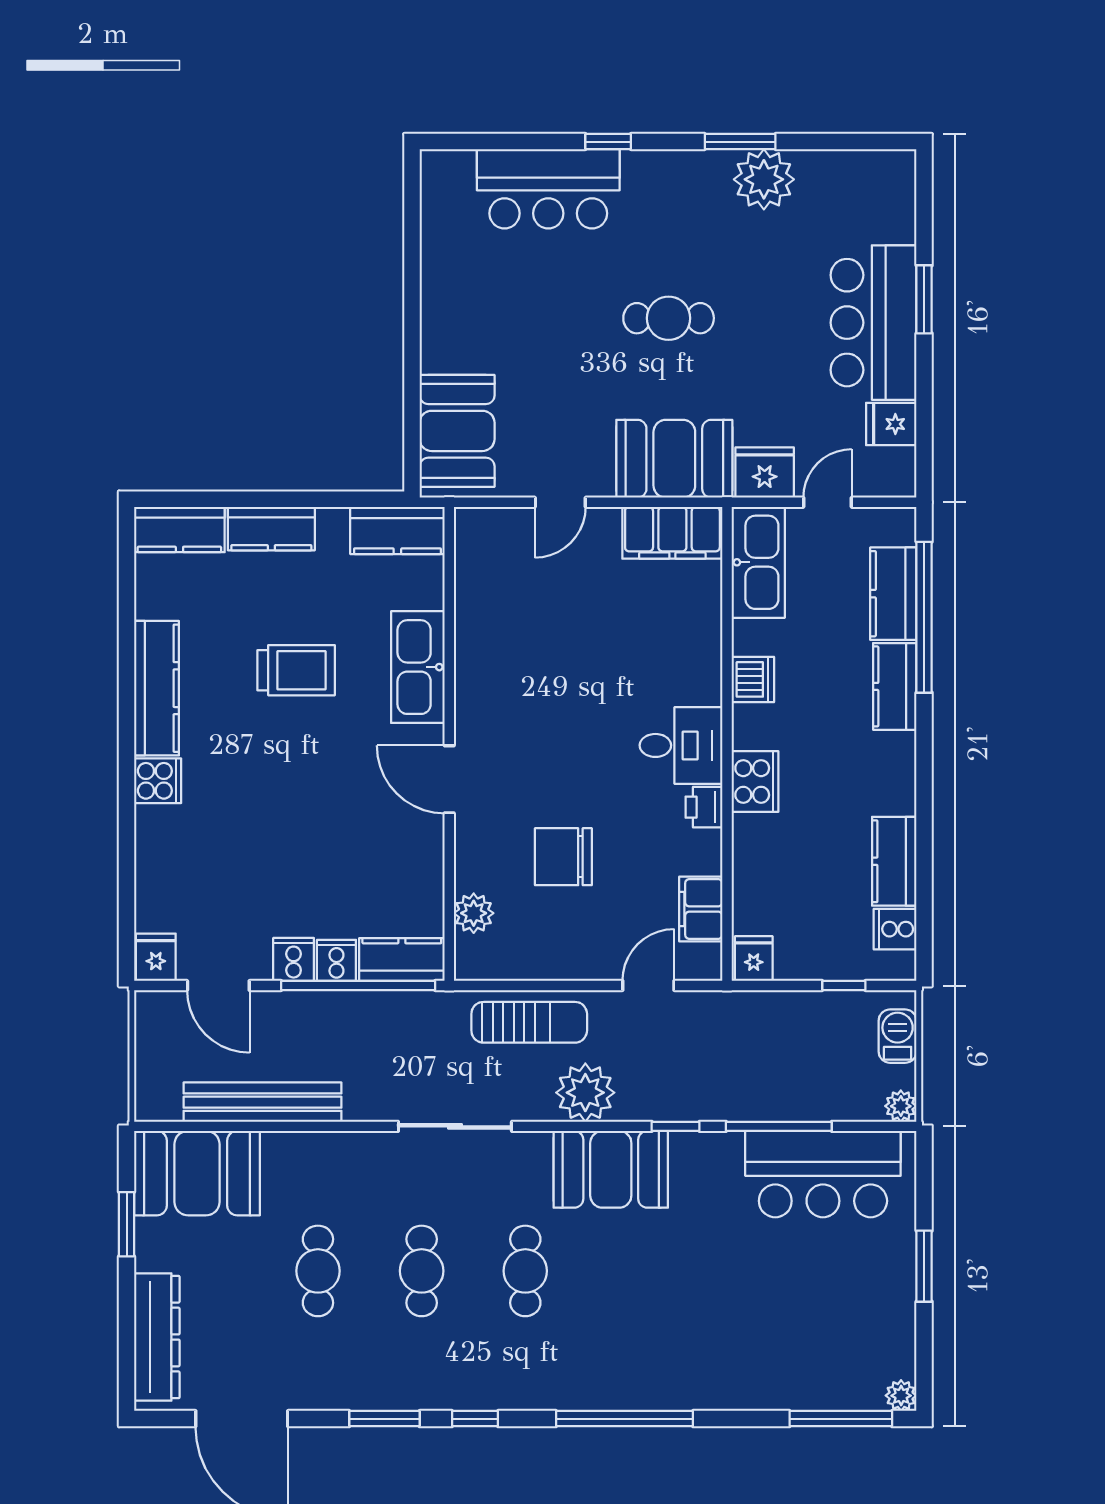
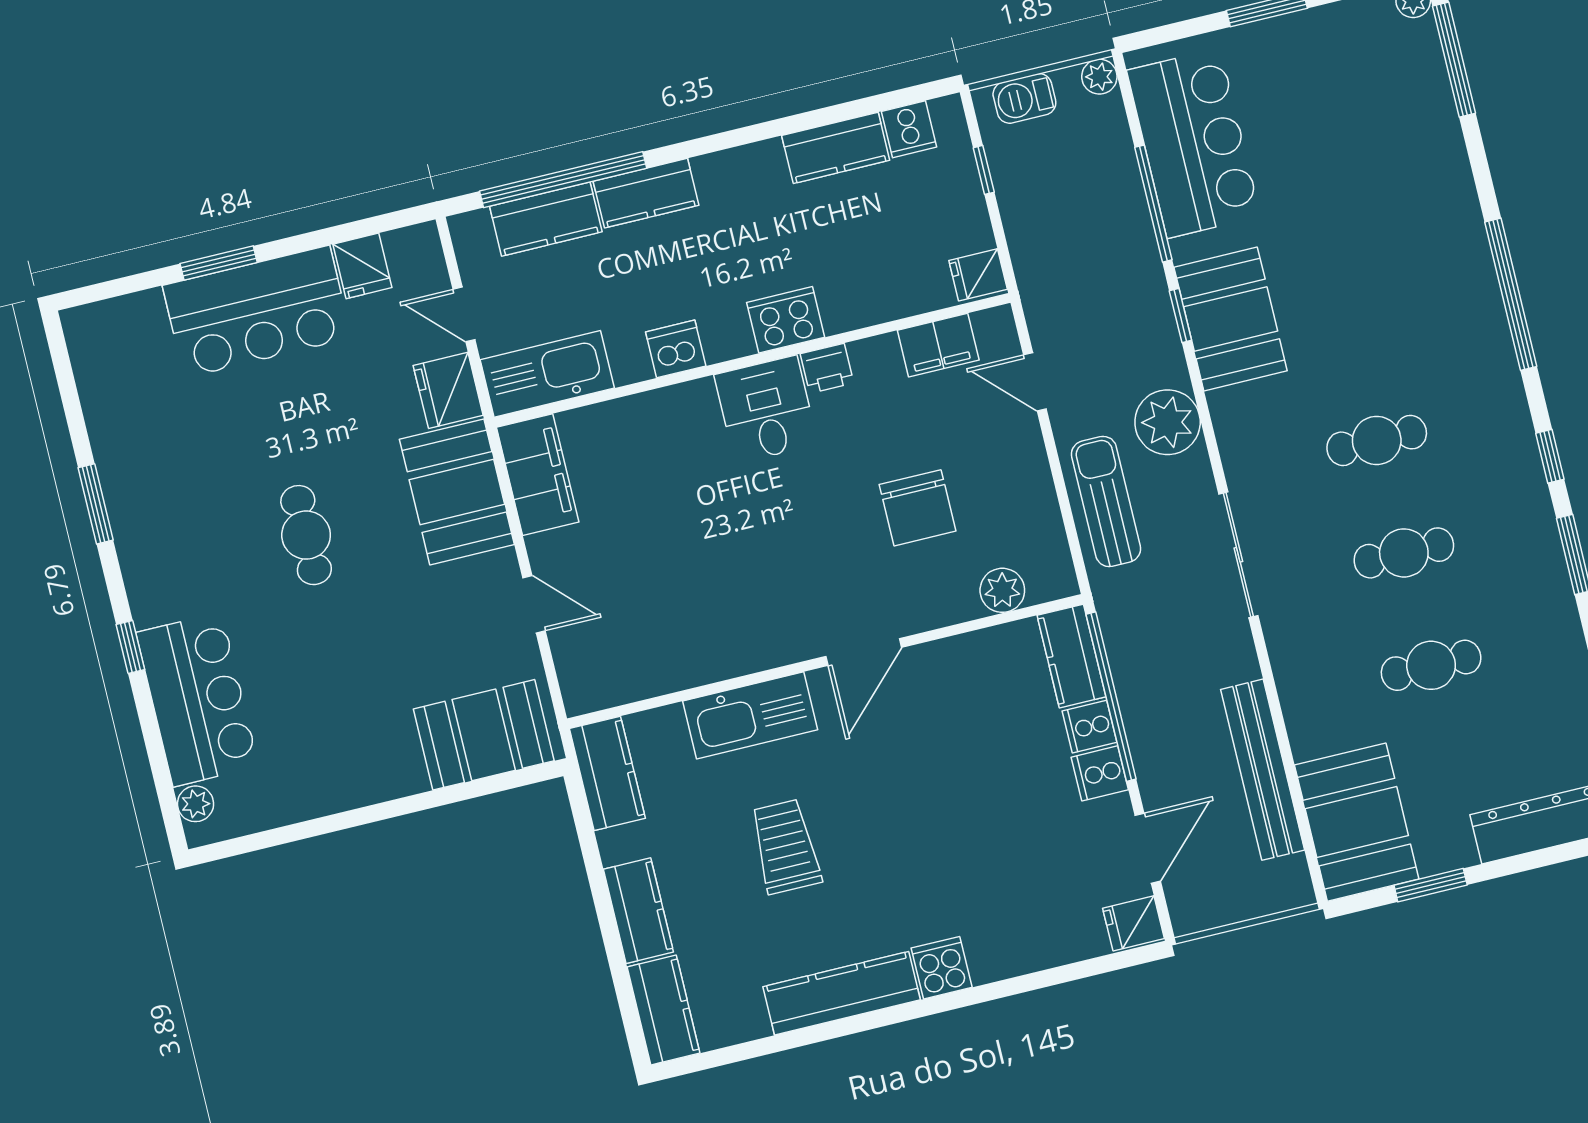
plant: (764, 179) -> (196, 804), moved, width x0.53, depth x0.53
booth: (611, 1169) -> (1231, 319), moved

